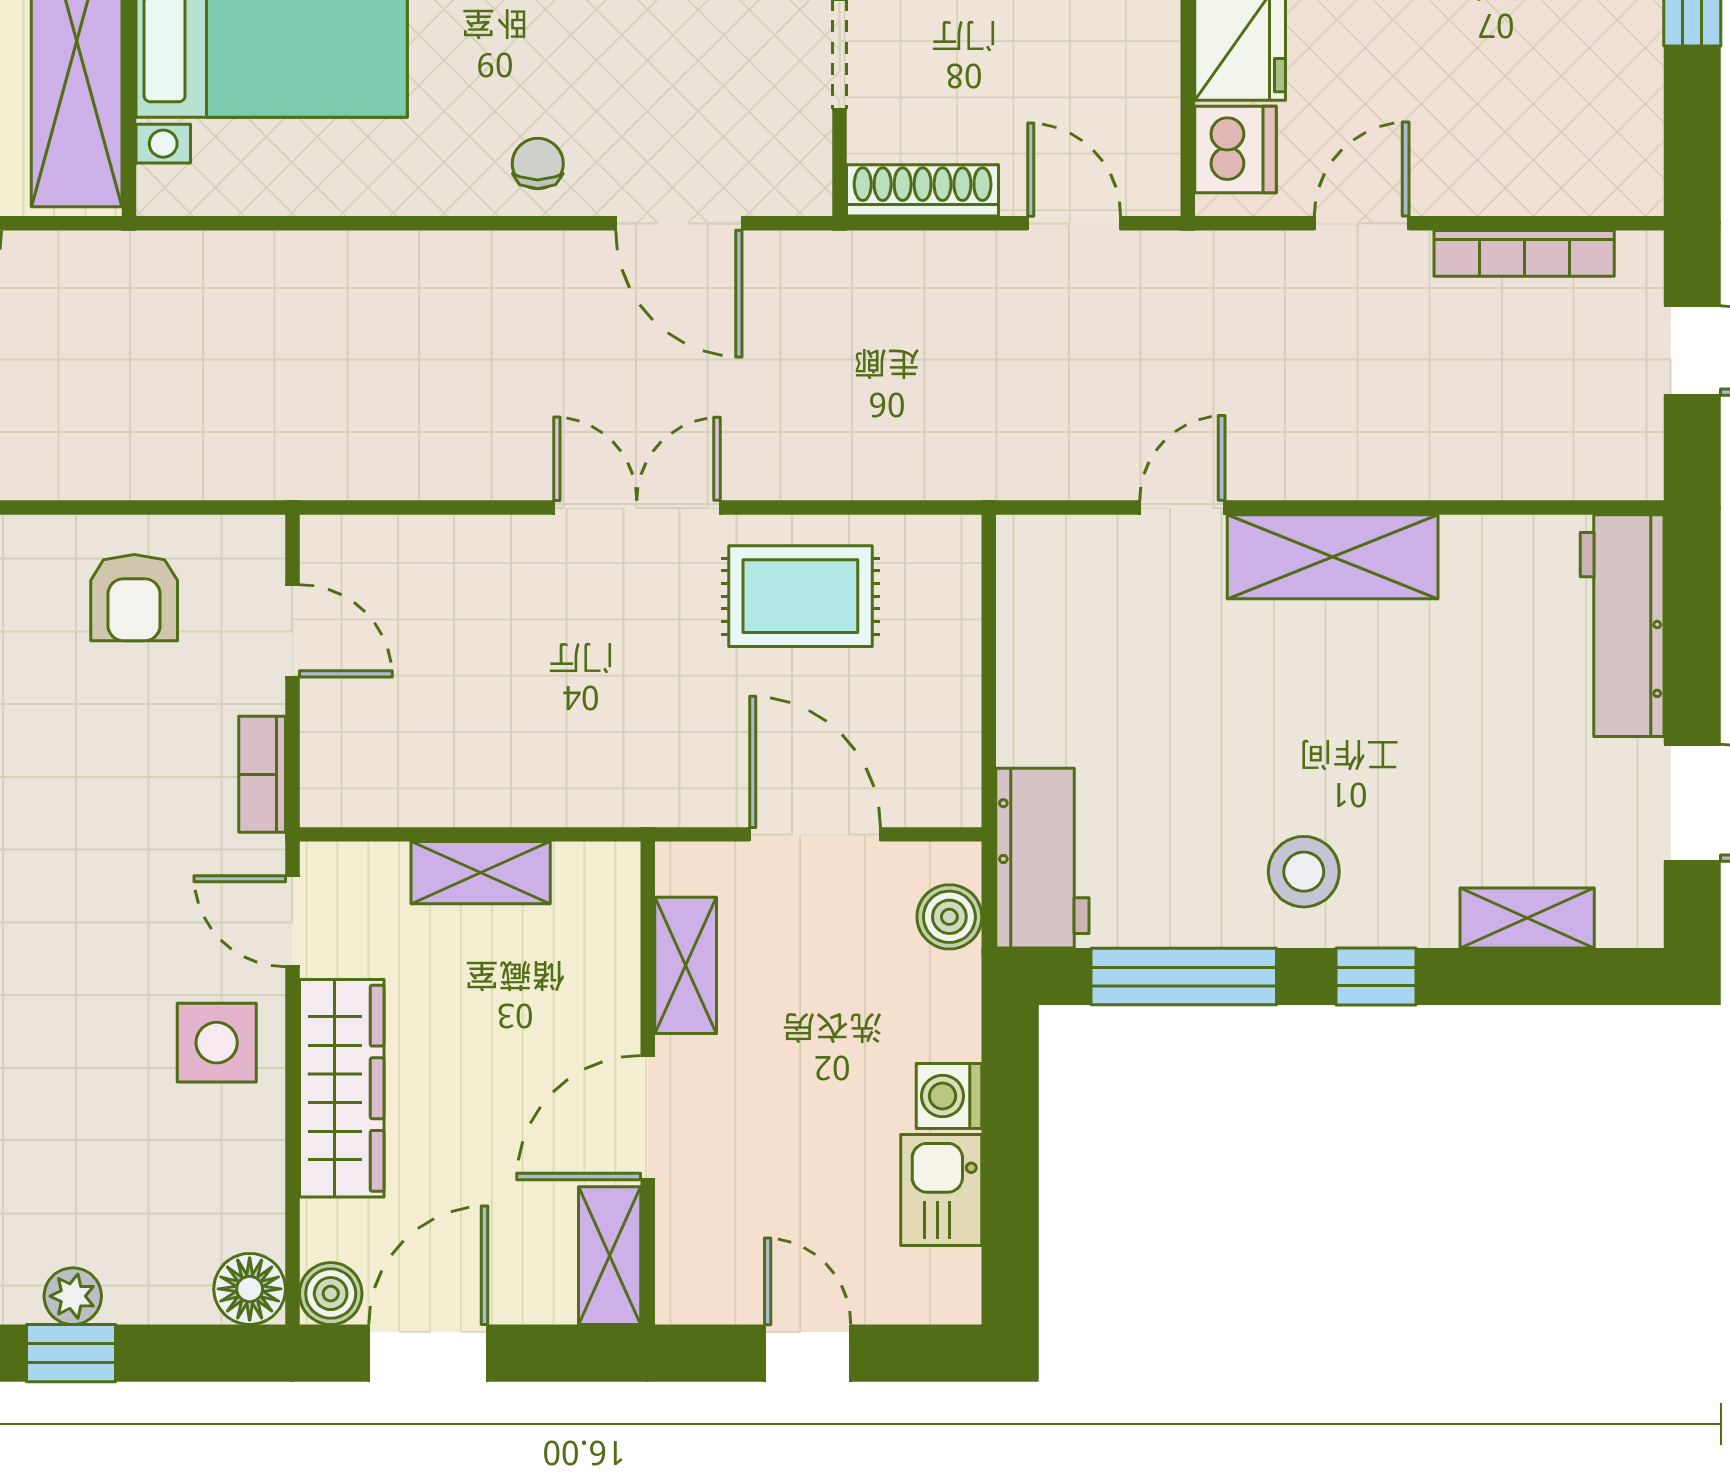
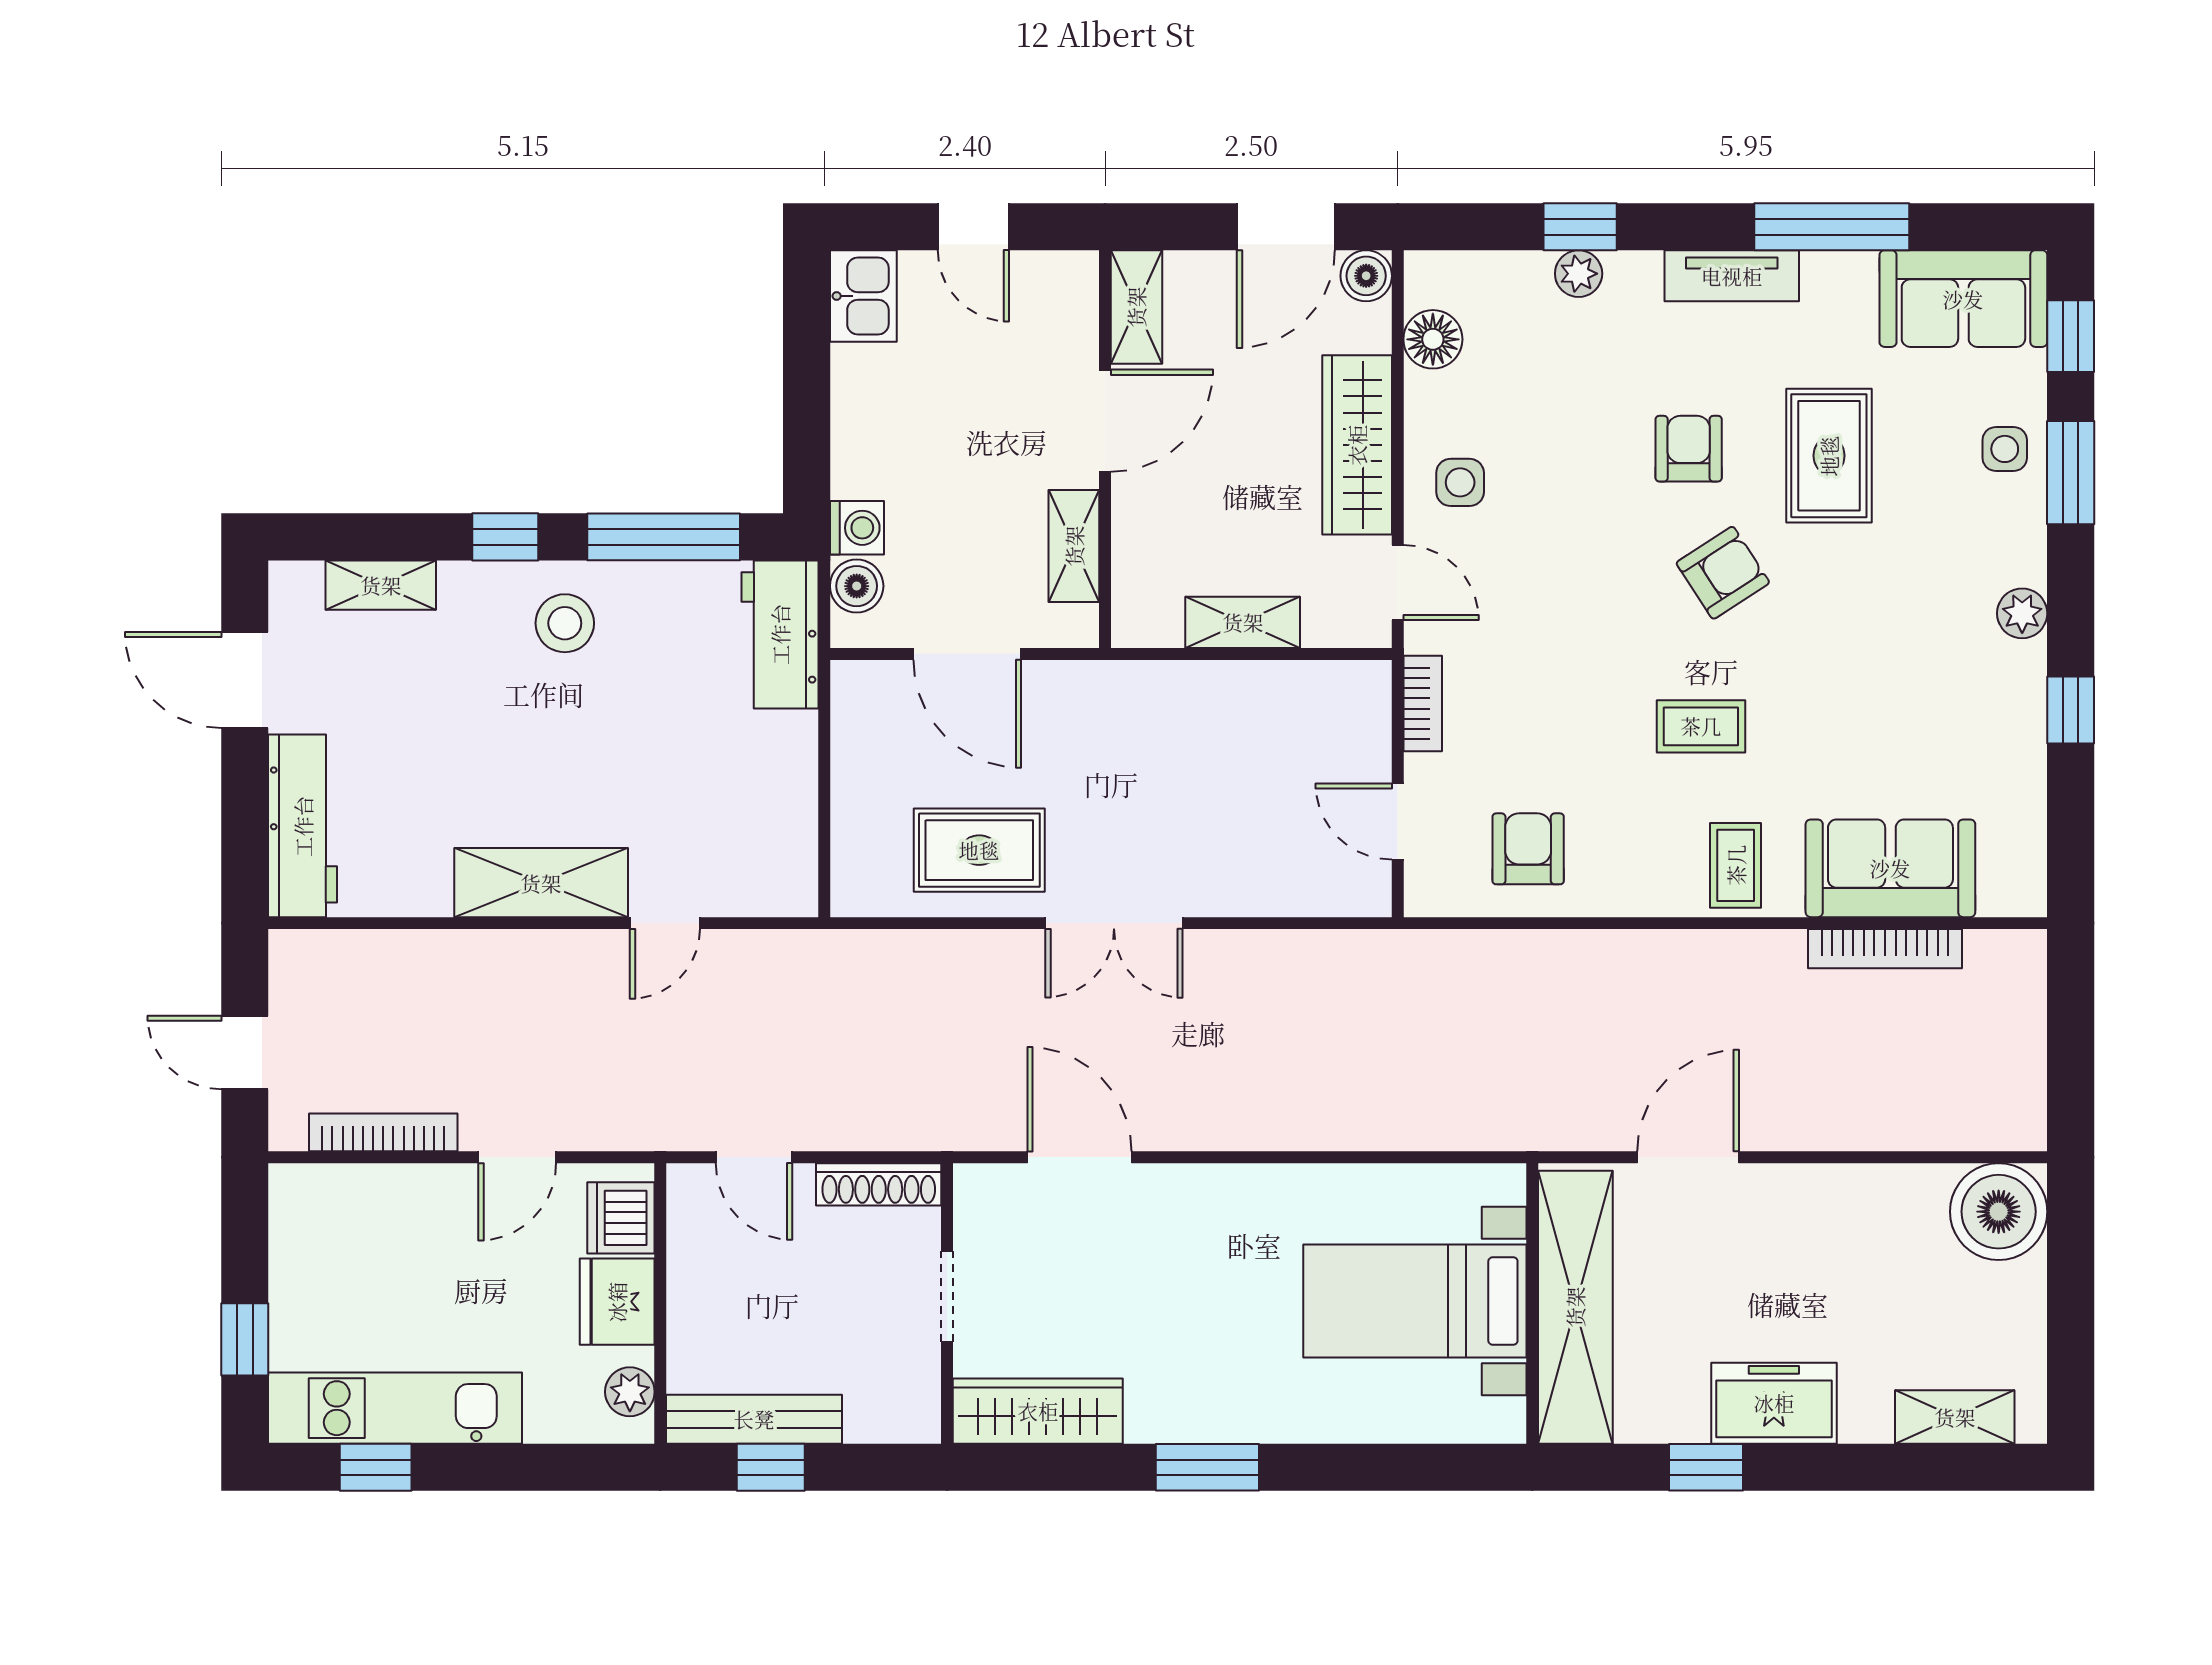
chair: (538, 164) -> (1196, 1206), removed
side table: (217, 1043) -> (1460, 482), width x0.73, depth x0.73
washing machine: (949, 1096) -> (857, 528), moved
kitchen sink: (941, 1190) -> (863, 296), moved
floor lamp: (250, 1289) -> (1433, 339), moved

